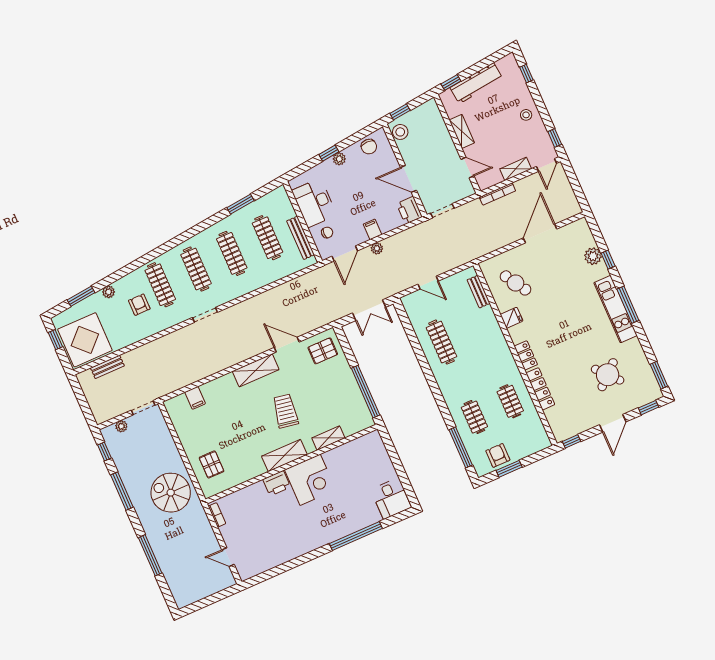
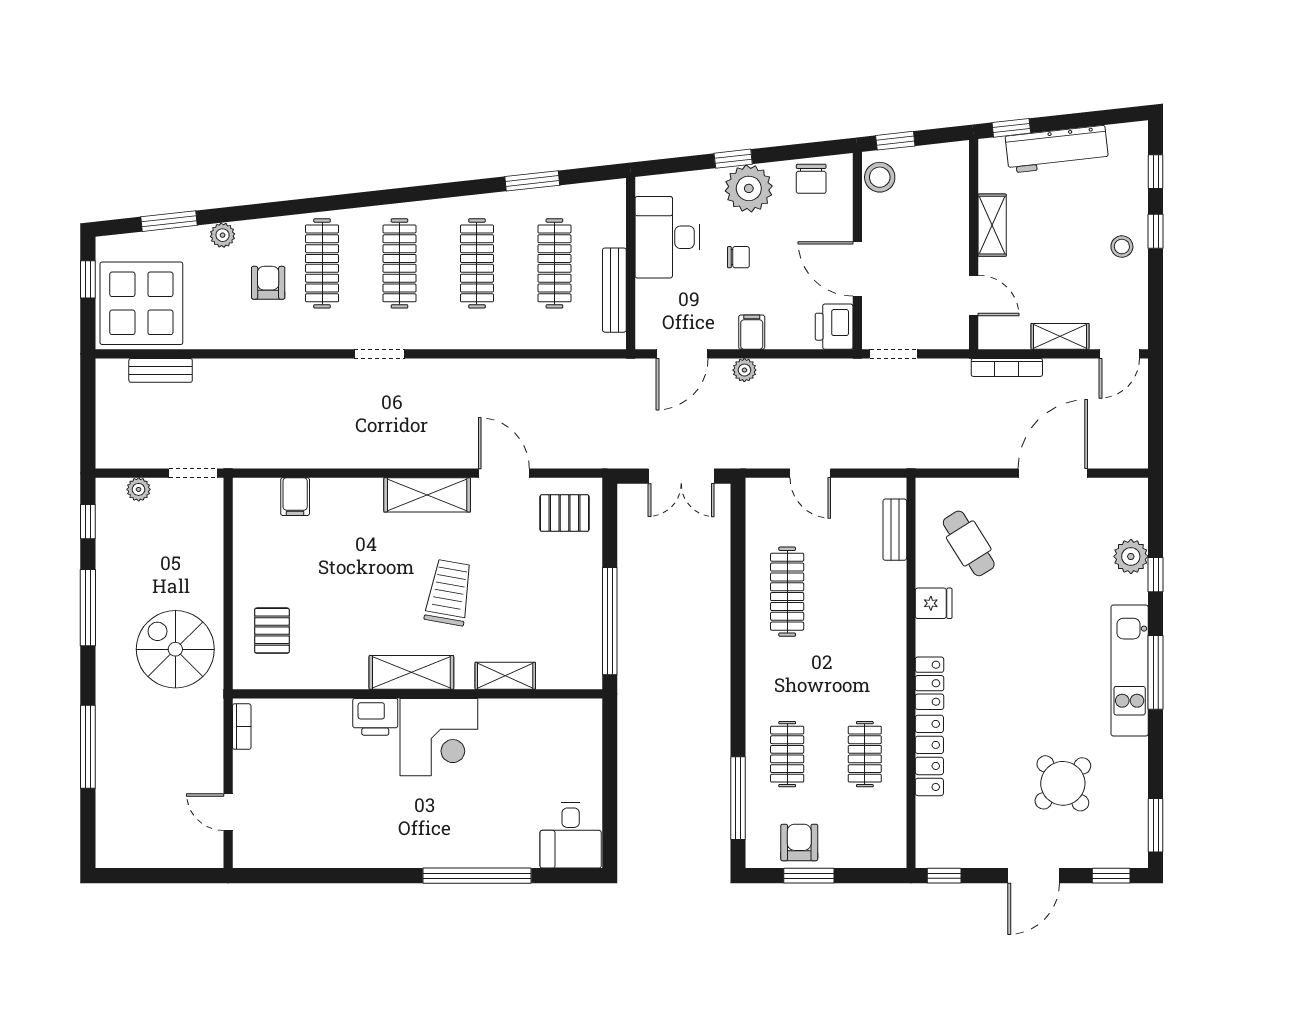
window: (555, 138) -> (1156, 231), moved
plant: (339, 159) -> (749, 188), width x1.88, depth x1.88
chair: (327, 233) -> (738, 257), moved

